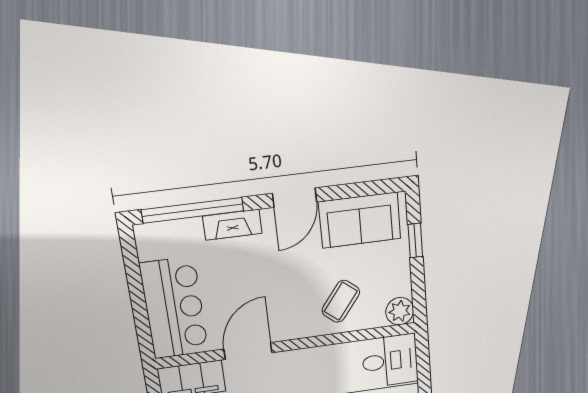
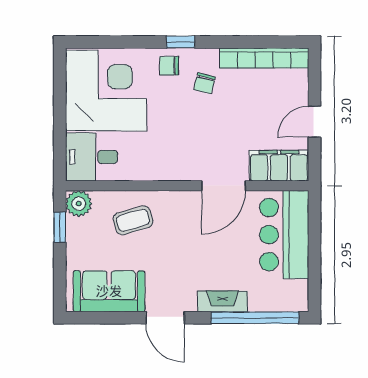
door: (295, 198) -> (165, 318), swing flipped
window: (415, 240) -> (60, 227), moved
coffee table: (341, 301) -> (133, 220), turned 36

